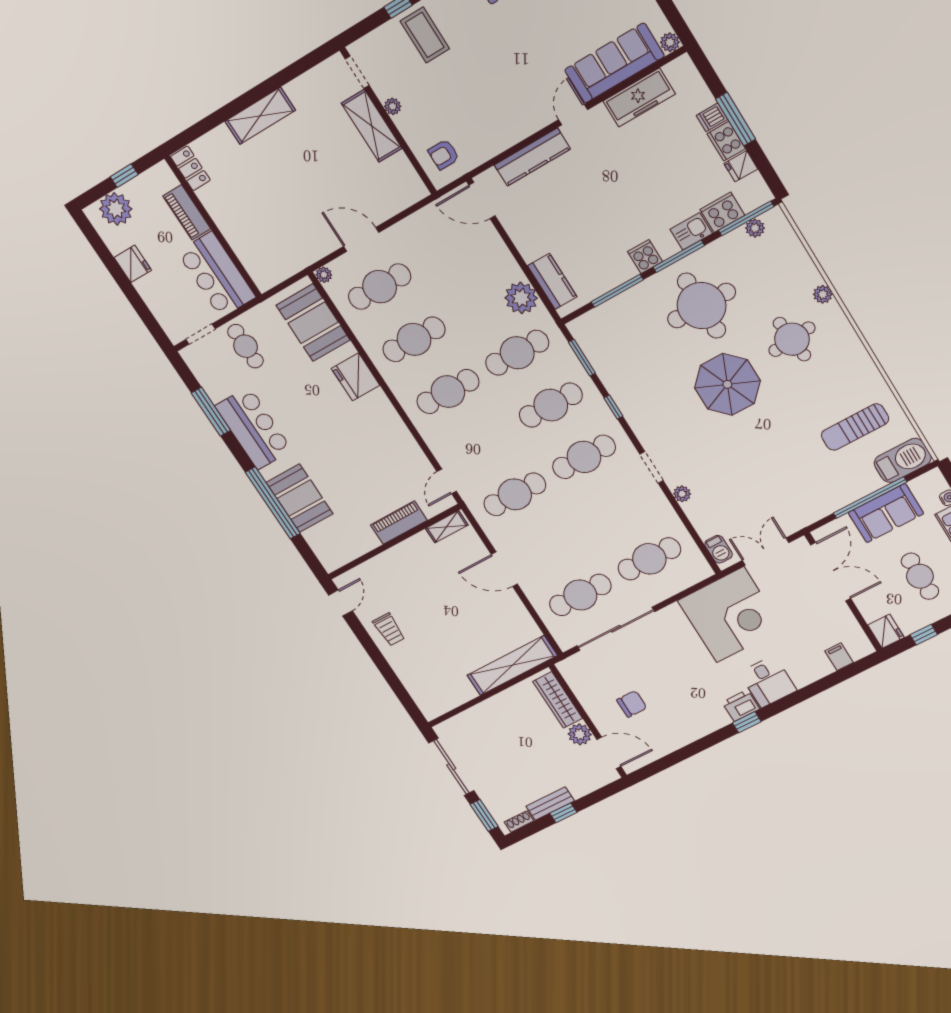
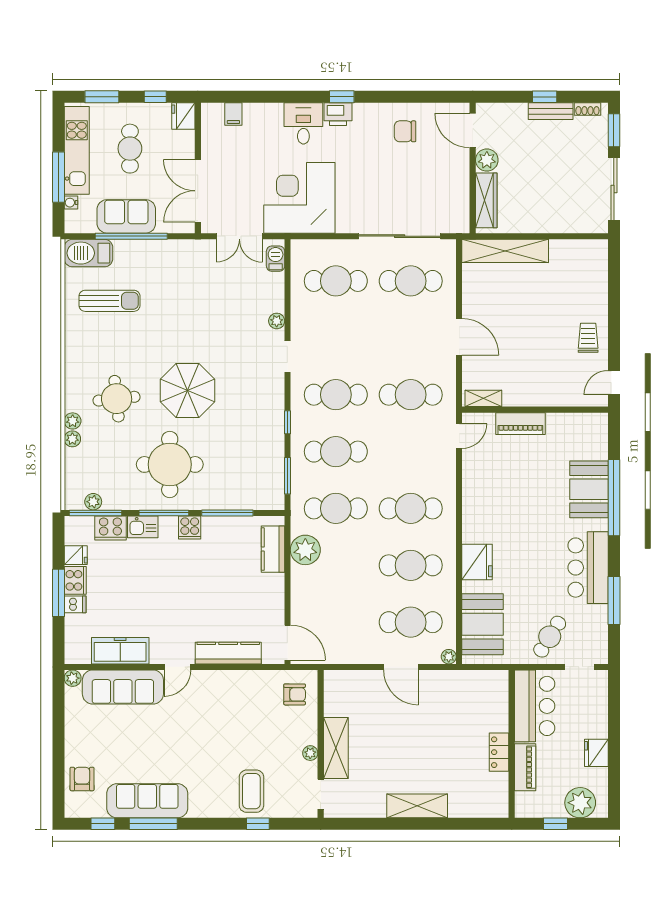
locker: (190, 168) -> (499, 752), moved
plant: (813, 277) -> (72, 439), added
cafe table: (246, 346) -> (550, 637), turned 32
chair: (632, 704) -> (405, 131), moved

